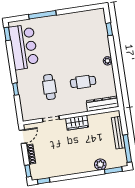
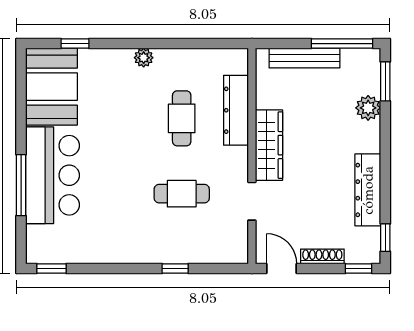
booth: (88, 22) -> (52, 87), added
bar counter: (24, 47) -> (53, 175), moved, turned 90
dresser: (102, 104) -> (236, 110), moved
wardrobe: (77, 123) -> (269, 145), width x1.50
dresser: (64, 170) -> (368, 190), added

